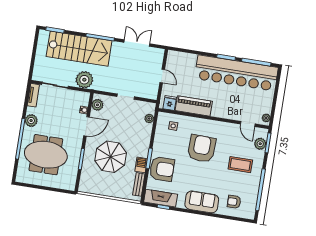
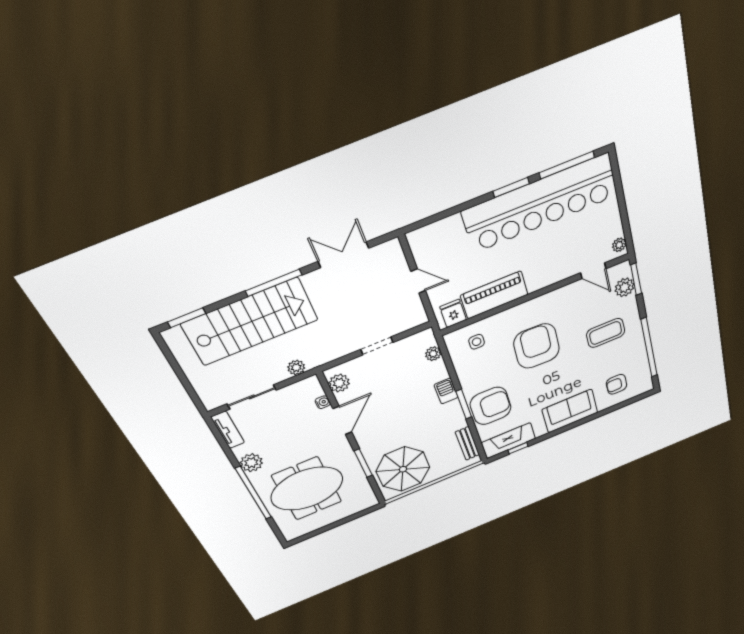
plant: (84, 80) -> (296, 368), width x0.53, depth x0.53
parasol: (111, 157) -> (403, 469), moved
barbecue: (141, 165) -> (446, 391), moved

